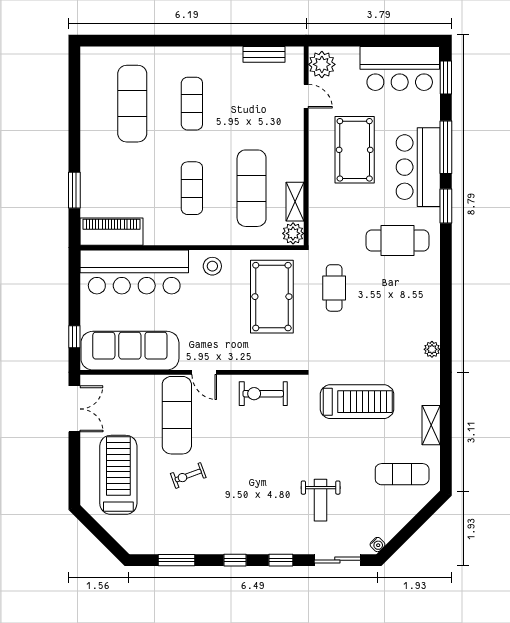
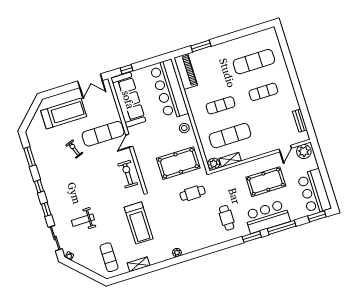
cafe table: (398, 241) -> (227, 218), width x0.73, depth x0.74

